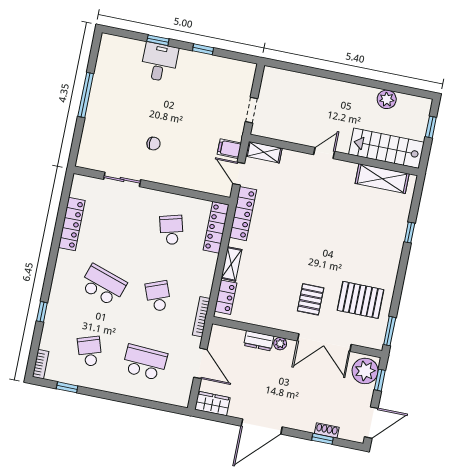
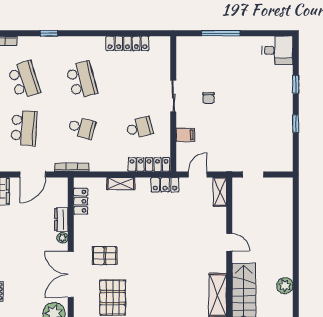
desk: (159, 62) -> (277, 50), moved
window: (86, 95) -> (221, 33), moved
filing cabinet: (229, 149) -> (185, 135), moved, turned 90
sliding door: (122, 179) -> (173, 96), moved
locker: (243, 214) -> (165, 185), width x0.66
school desk: (103, 285) -> (82, 80), turned -33
school desk: (158, 296) -> (82, 128), turned 36
locker: (226, 297) -> (81, 201), moved, turned -90
school desk: (90, 351) -> (24, 80), width x1.85

